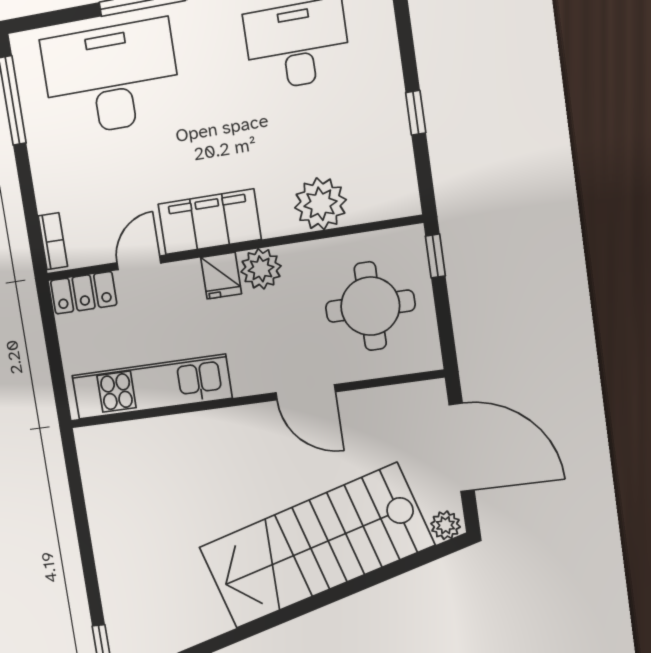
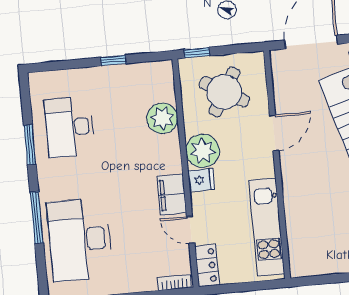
filing cabinet: (210, 222) -> (172, 195), width x0.67, depth x0.86
plant: (261, 269) -> (203, 151), width x1.36, depth x1.36
round table: (370, 306) -> (224, 92), turned 30

